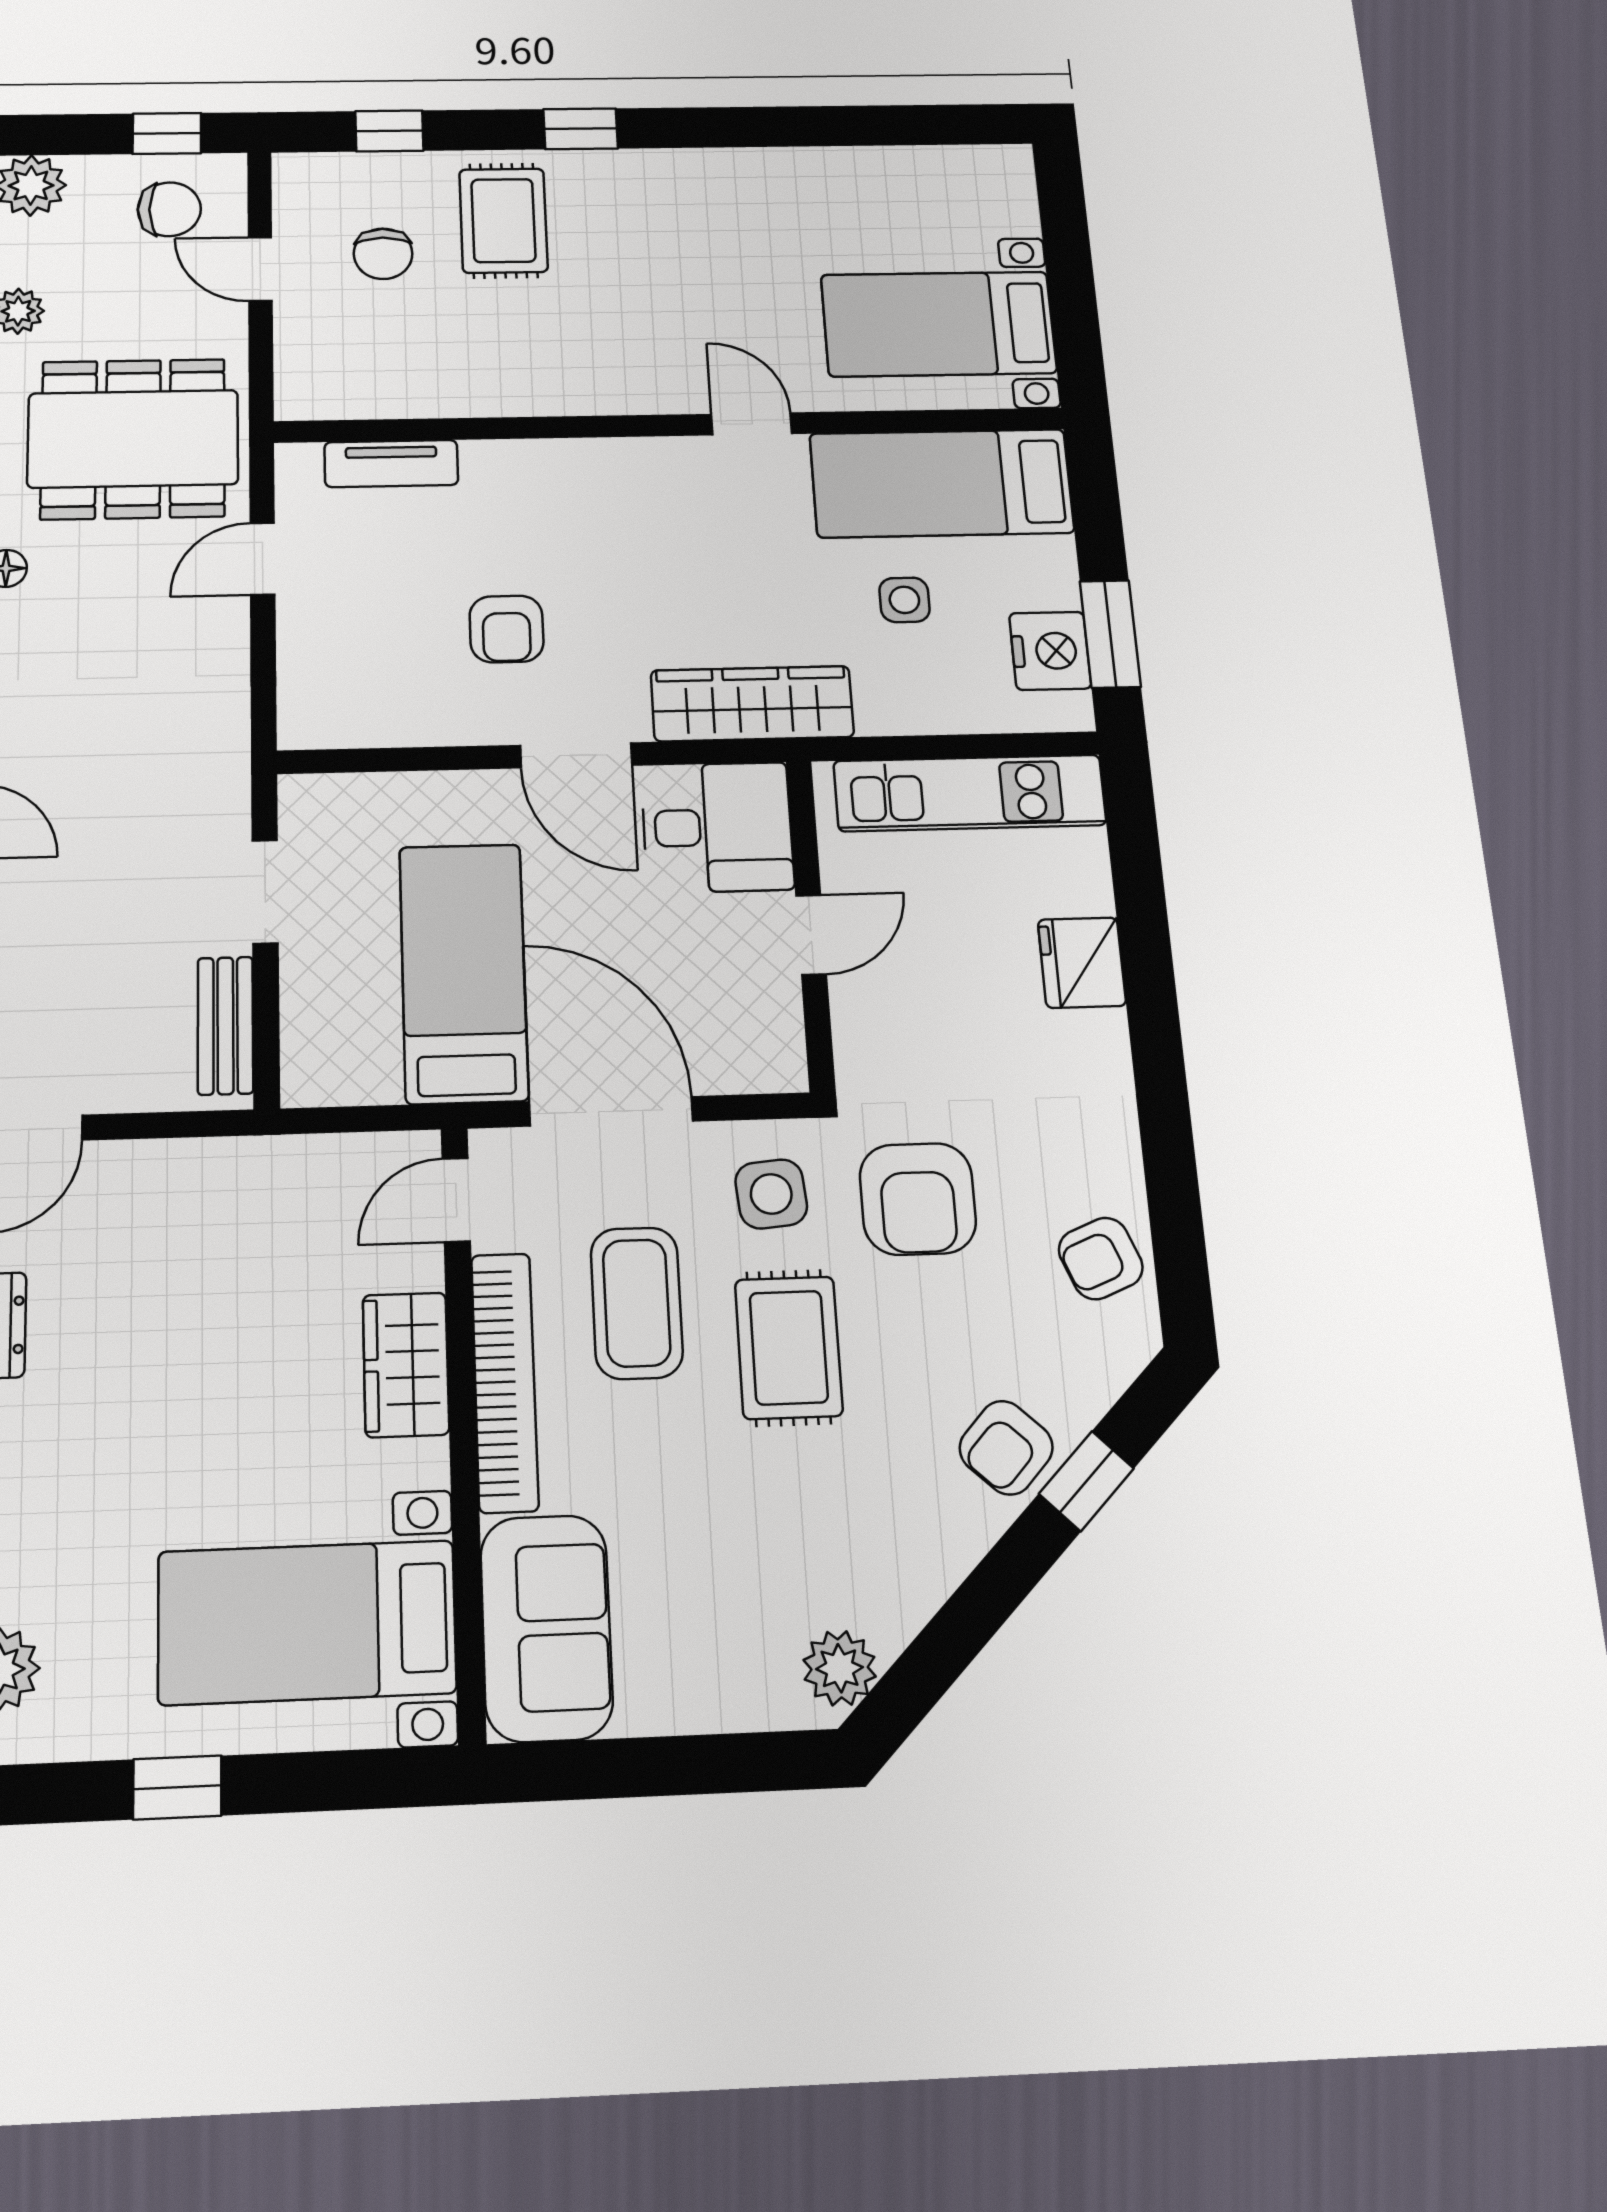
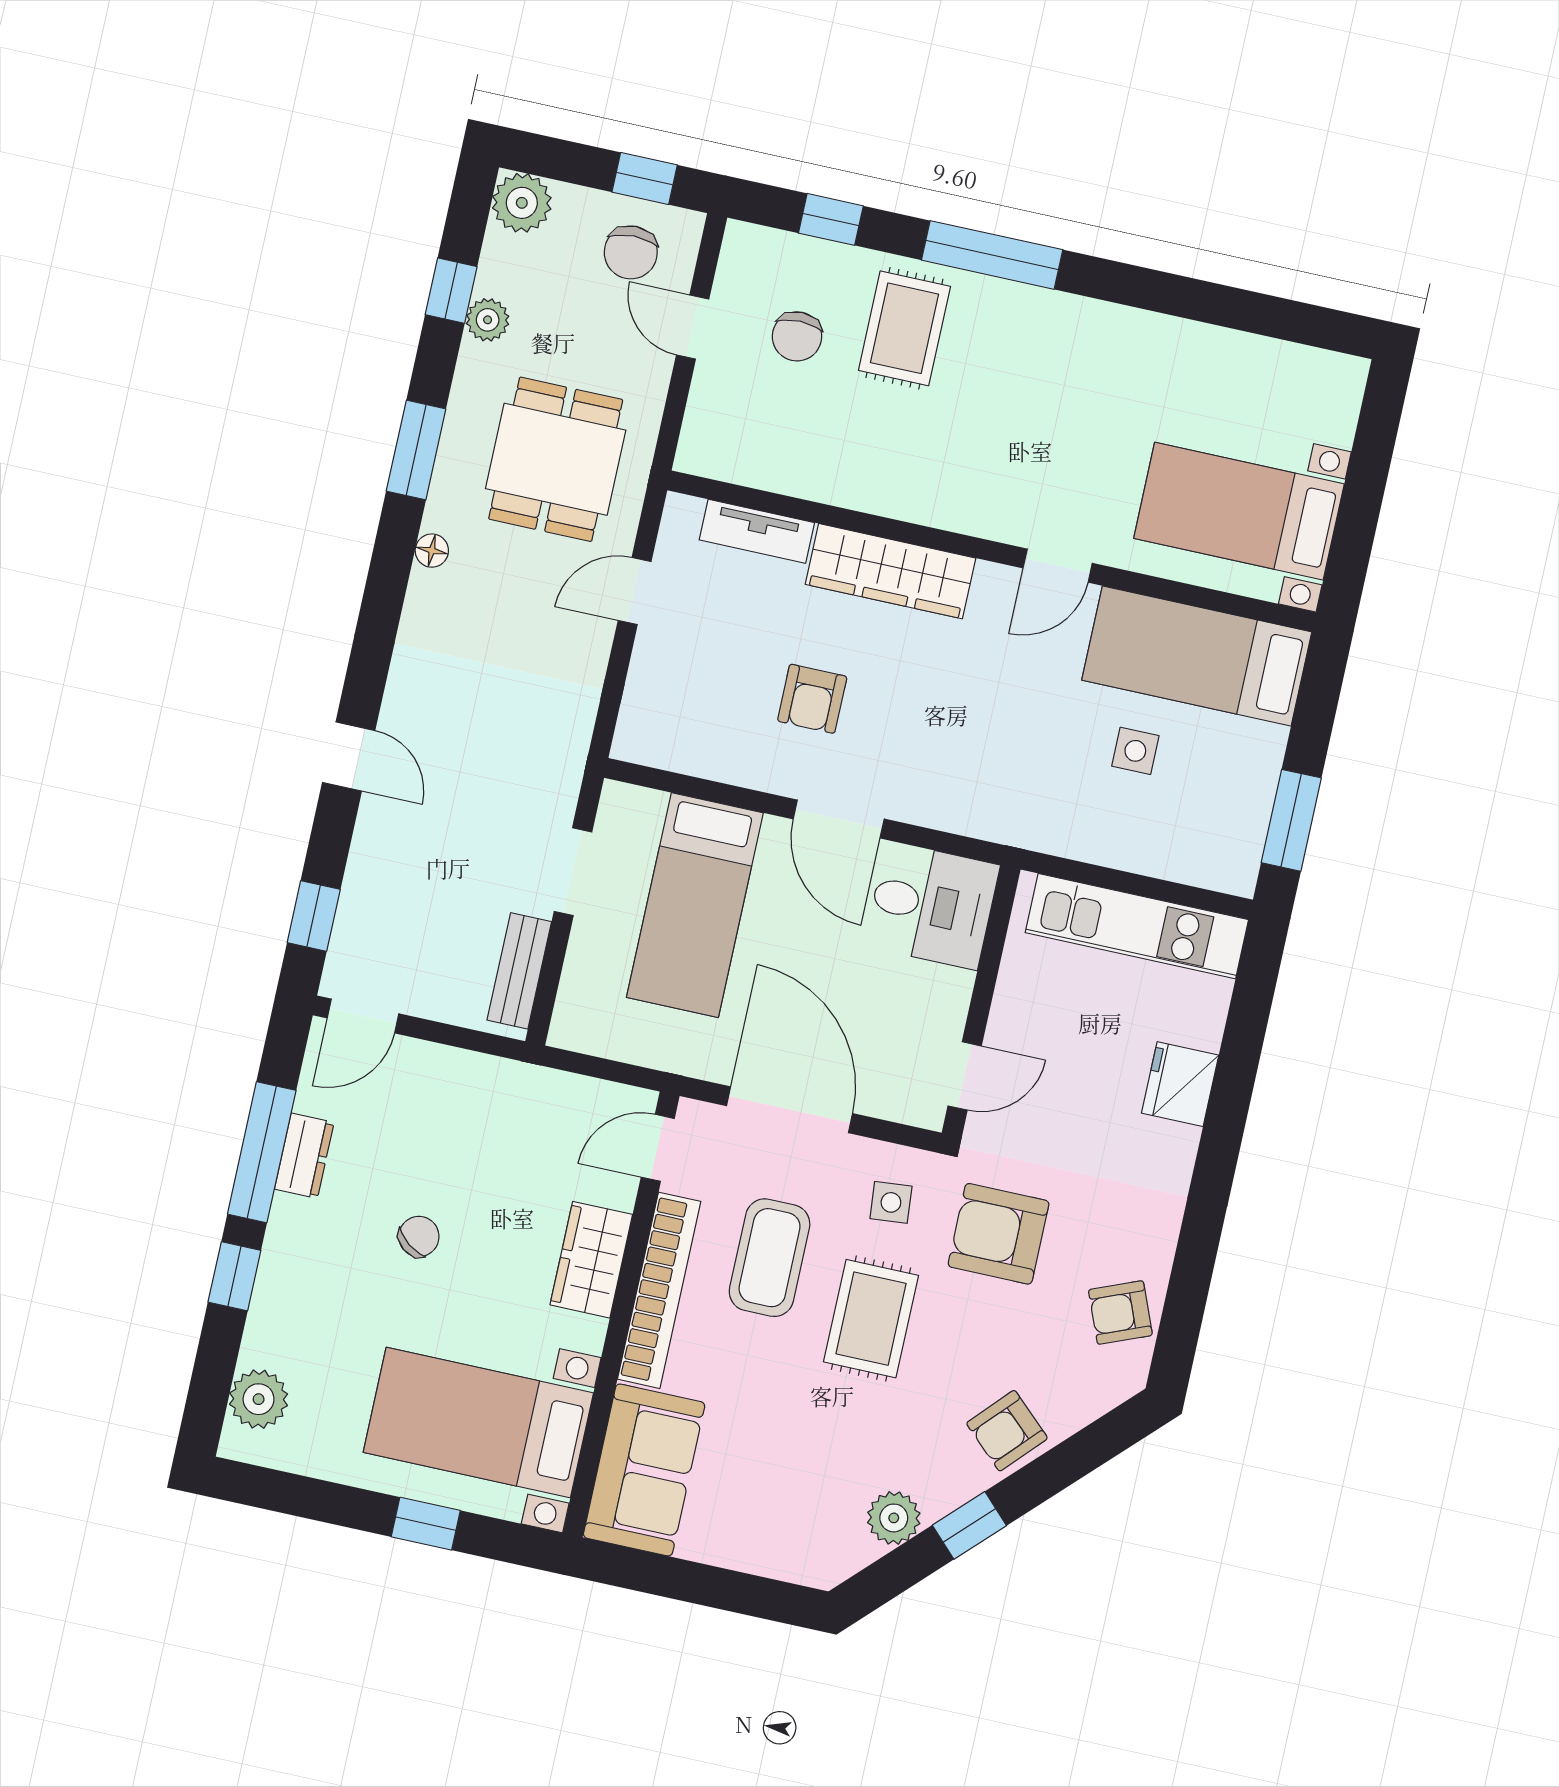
window: (581, 129) -> (992, 255), width x2.17
chair: (169, 209) -> (631, 252), turned 89
door: (752, 424) -> (1058, 566), swing flipped
dining table: (133, 439) -> (556, 459), width x0.73
nightstand: (1050, 651) -> (1238, 823), removed
wardrobe: (752, 704) -> (891, 571), moved, turned 180
door: (811, 935) -> (965, 1076), moved
bed: (463, 973) -> (695, 905), moved, turned 180
side table: (771, 1194) -> (891, 1202), width x0.73, depth x0.73
armchair: (918, 1199) -> (999, 1234), turned 90
chair: (171, 1393) -> (419, 1237), added
window: (1086, 1481) -> (969, 1525), moved
plant: (840, 1668) -> (894, 1518), moved
window: (177, 1787) -> (426, 1524), moved

